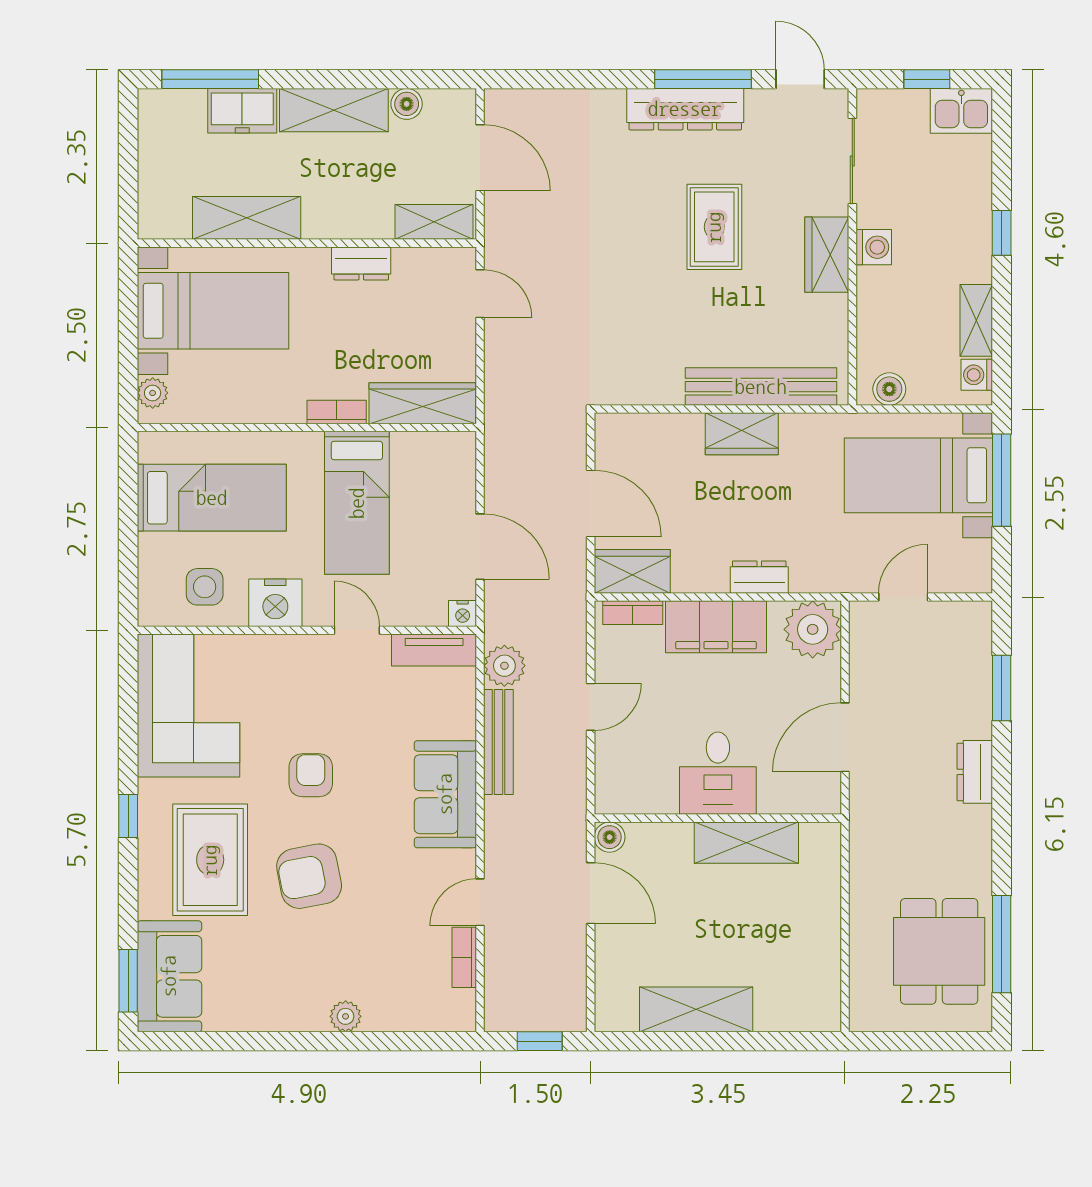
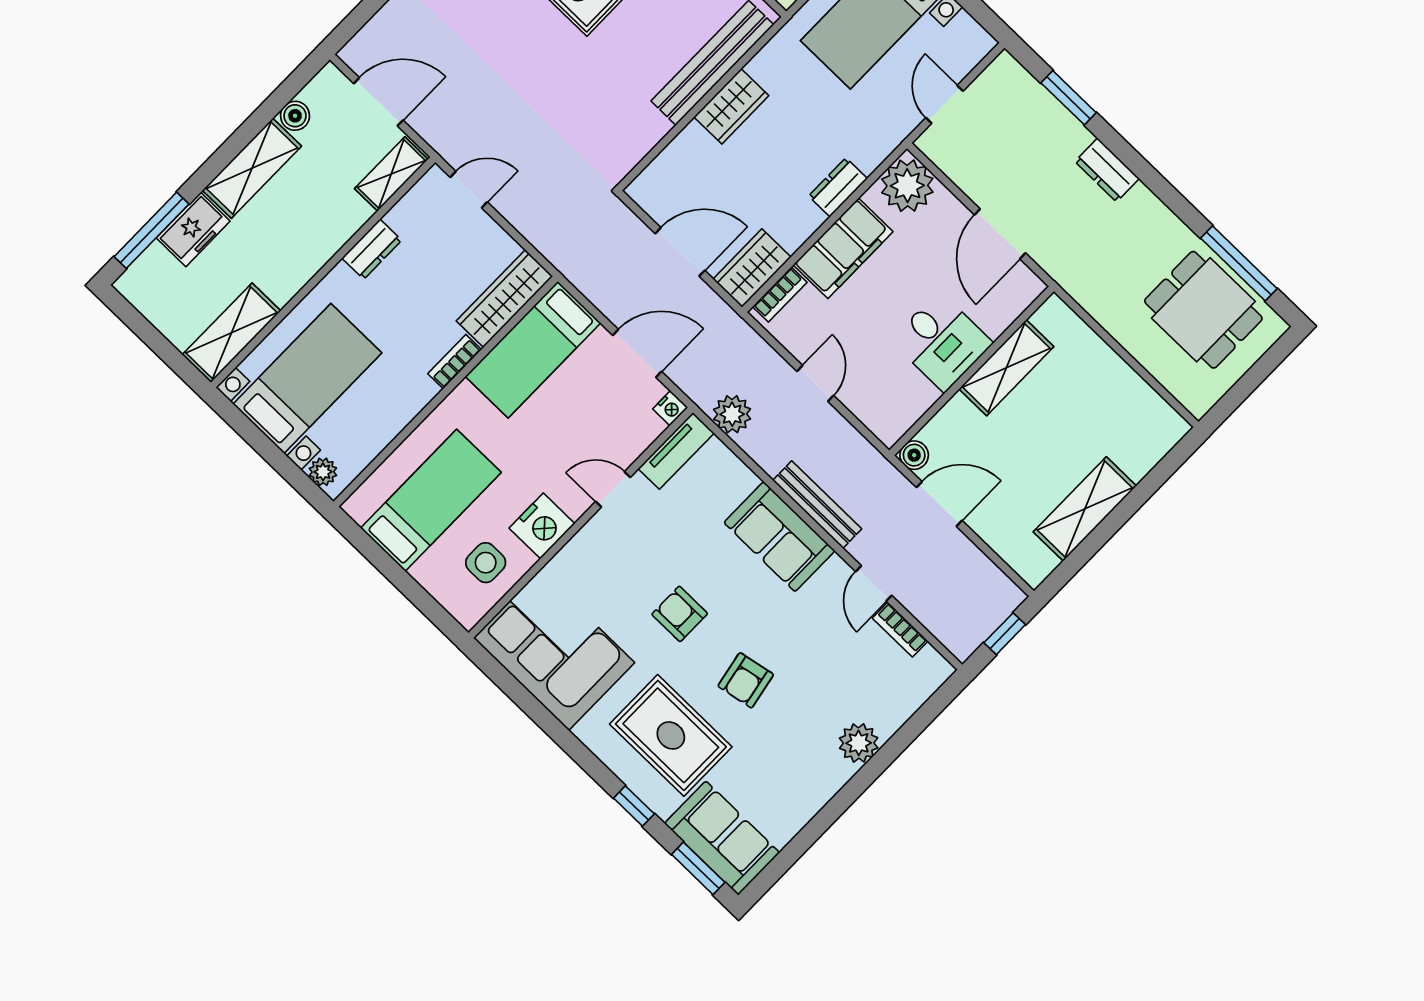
shelving: (247, 218) -> (232, 333), moved
bed: (357, 503) -> (533, 350), moved, turned 90
bench: (498, 742) -> (817, 505), moved
window: (128, 816) -> (634, 806), moved
armchair: (309, 876) -> (746, 680), width x0.72, depth x0.72
plant: (346, 1016) -> (859, 743), width x1.38, depth x1.38

